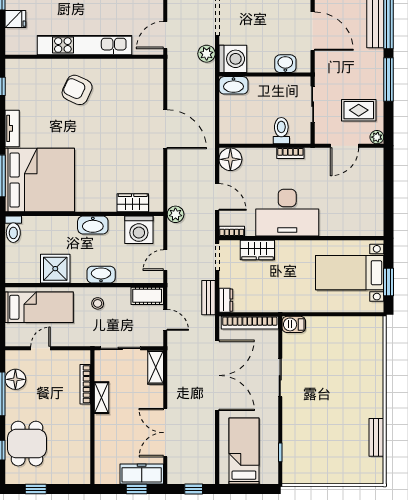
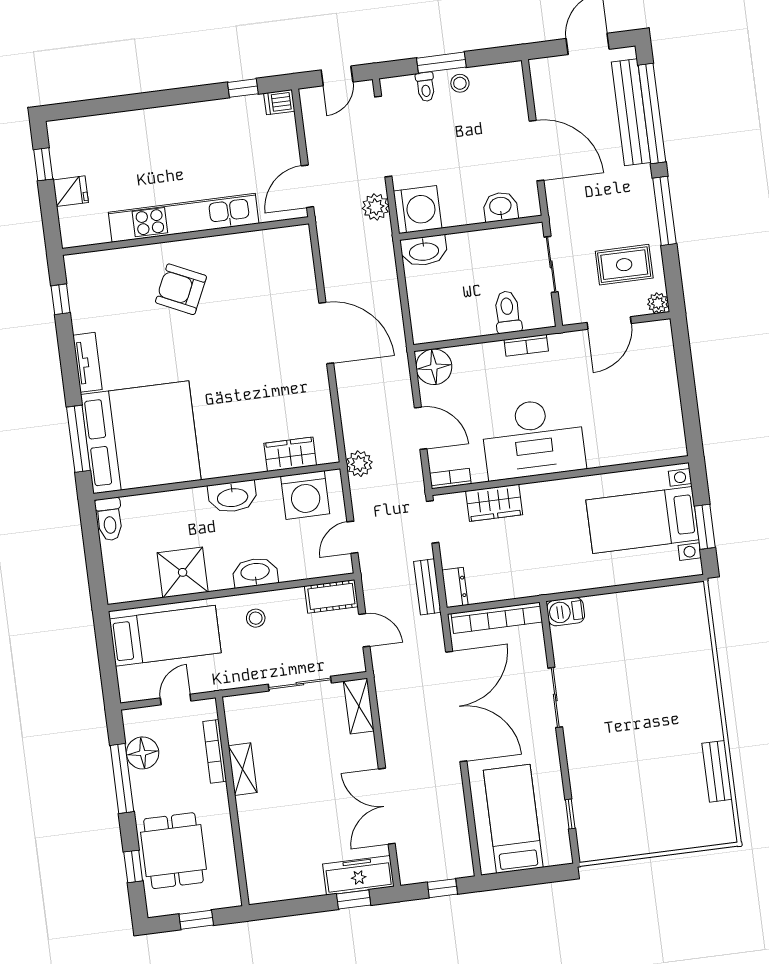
bookcase: (85, 384) -> (215, 751), moved
shelving: (101, 398) -> (243, 769), moved
wall: (92, 417) -> (232, 801), moved

